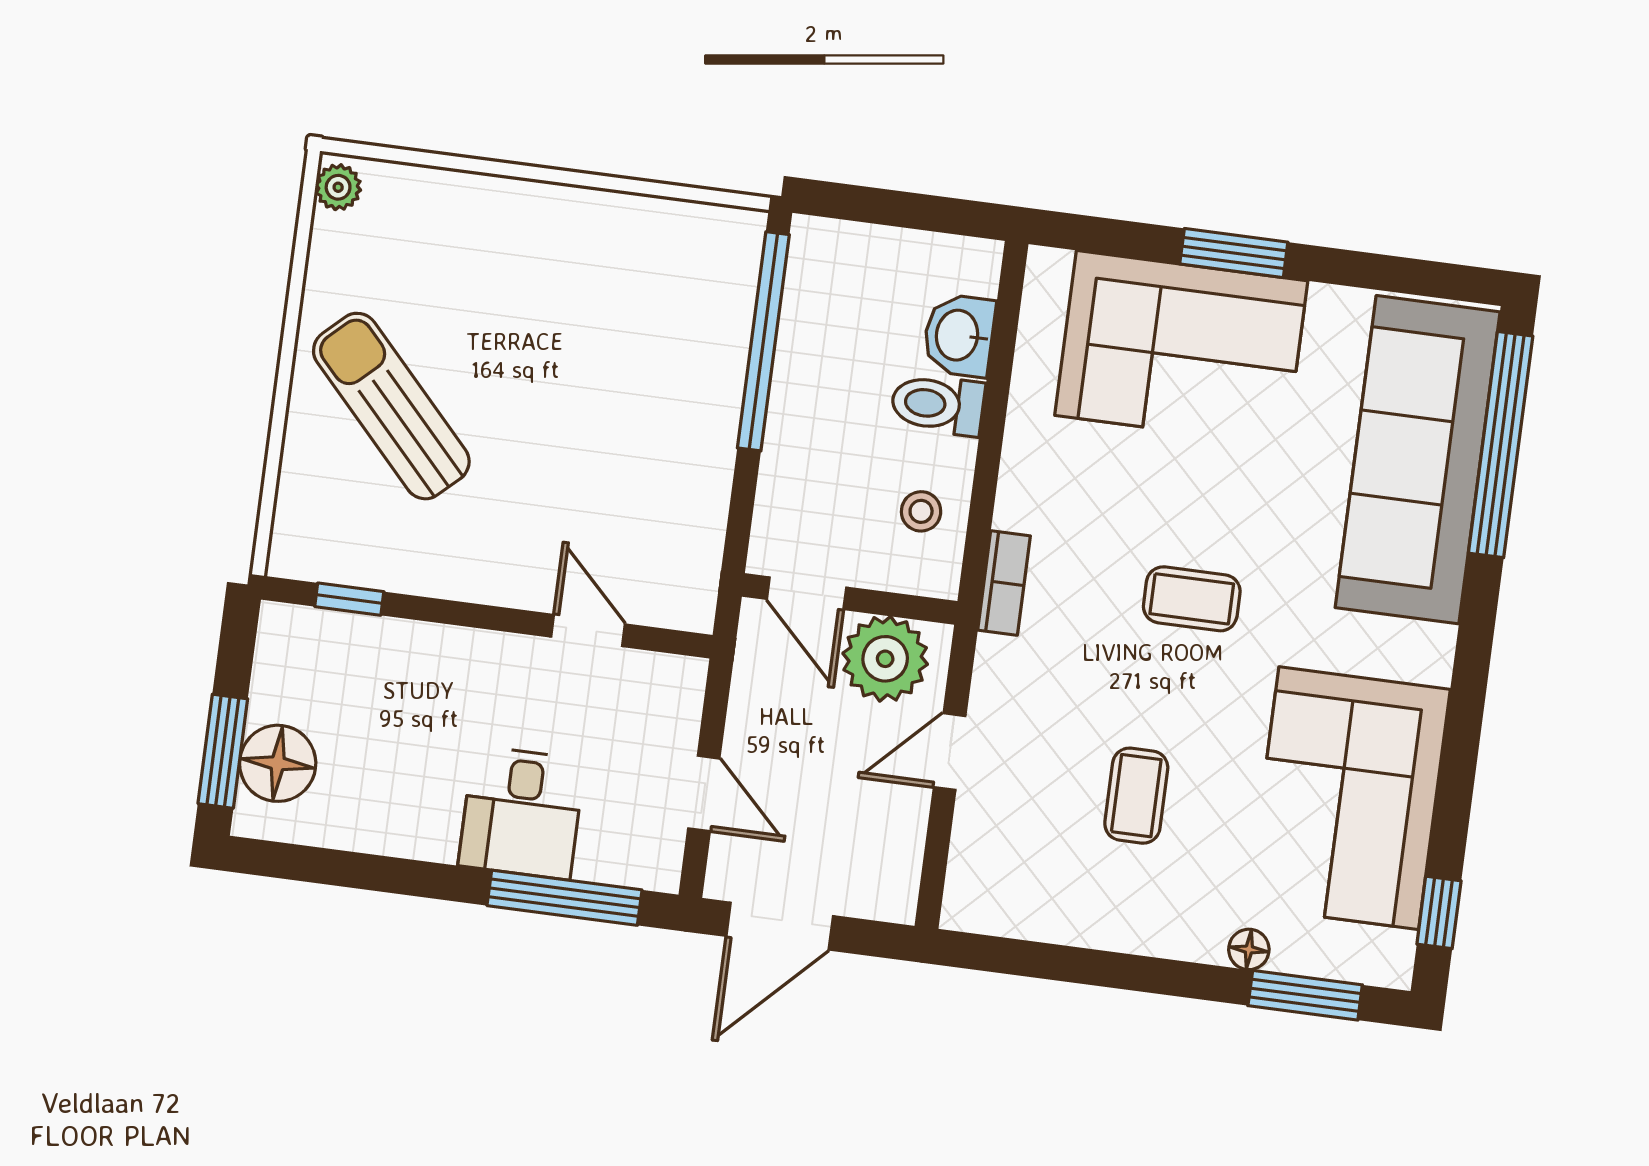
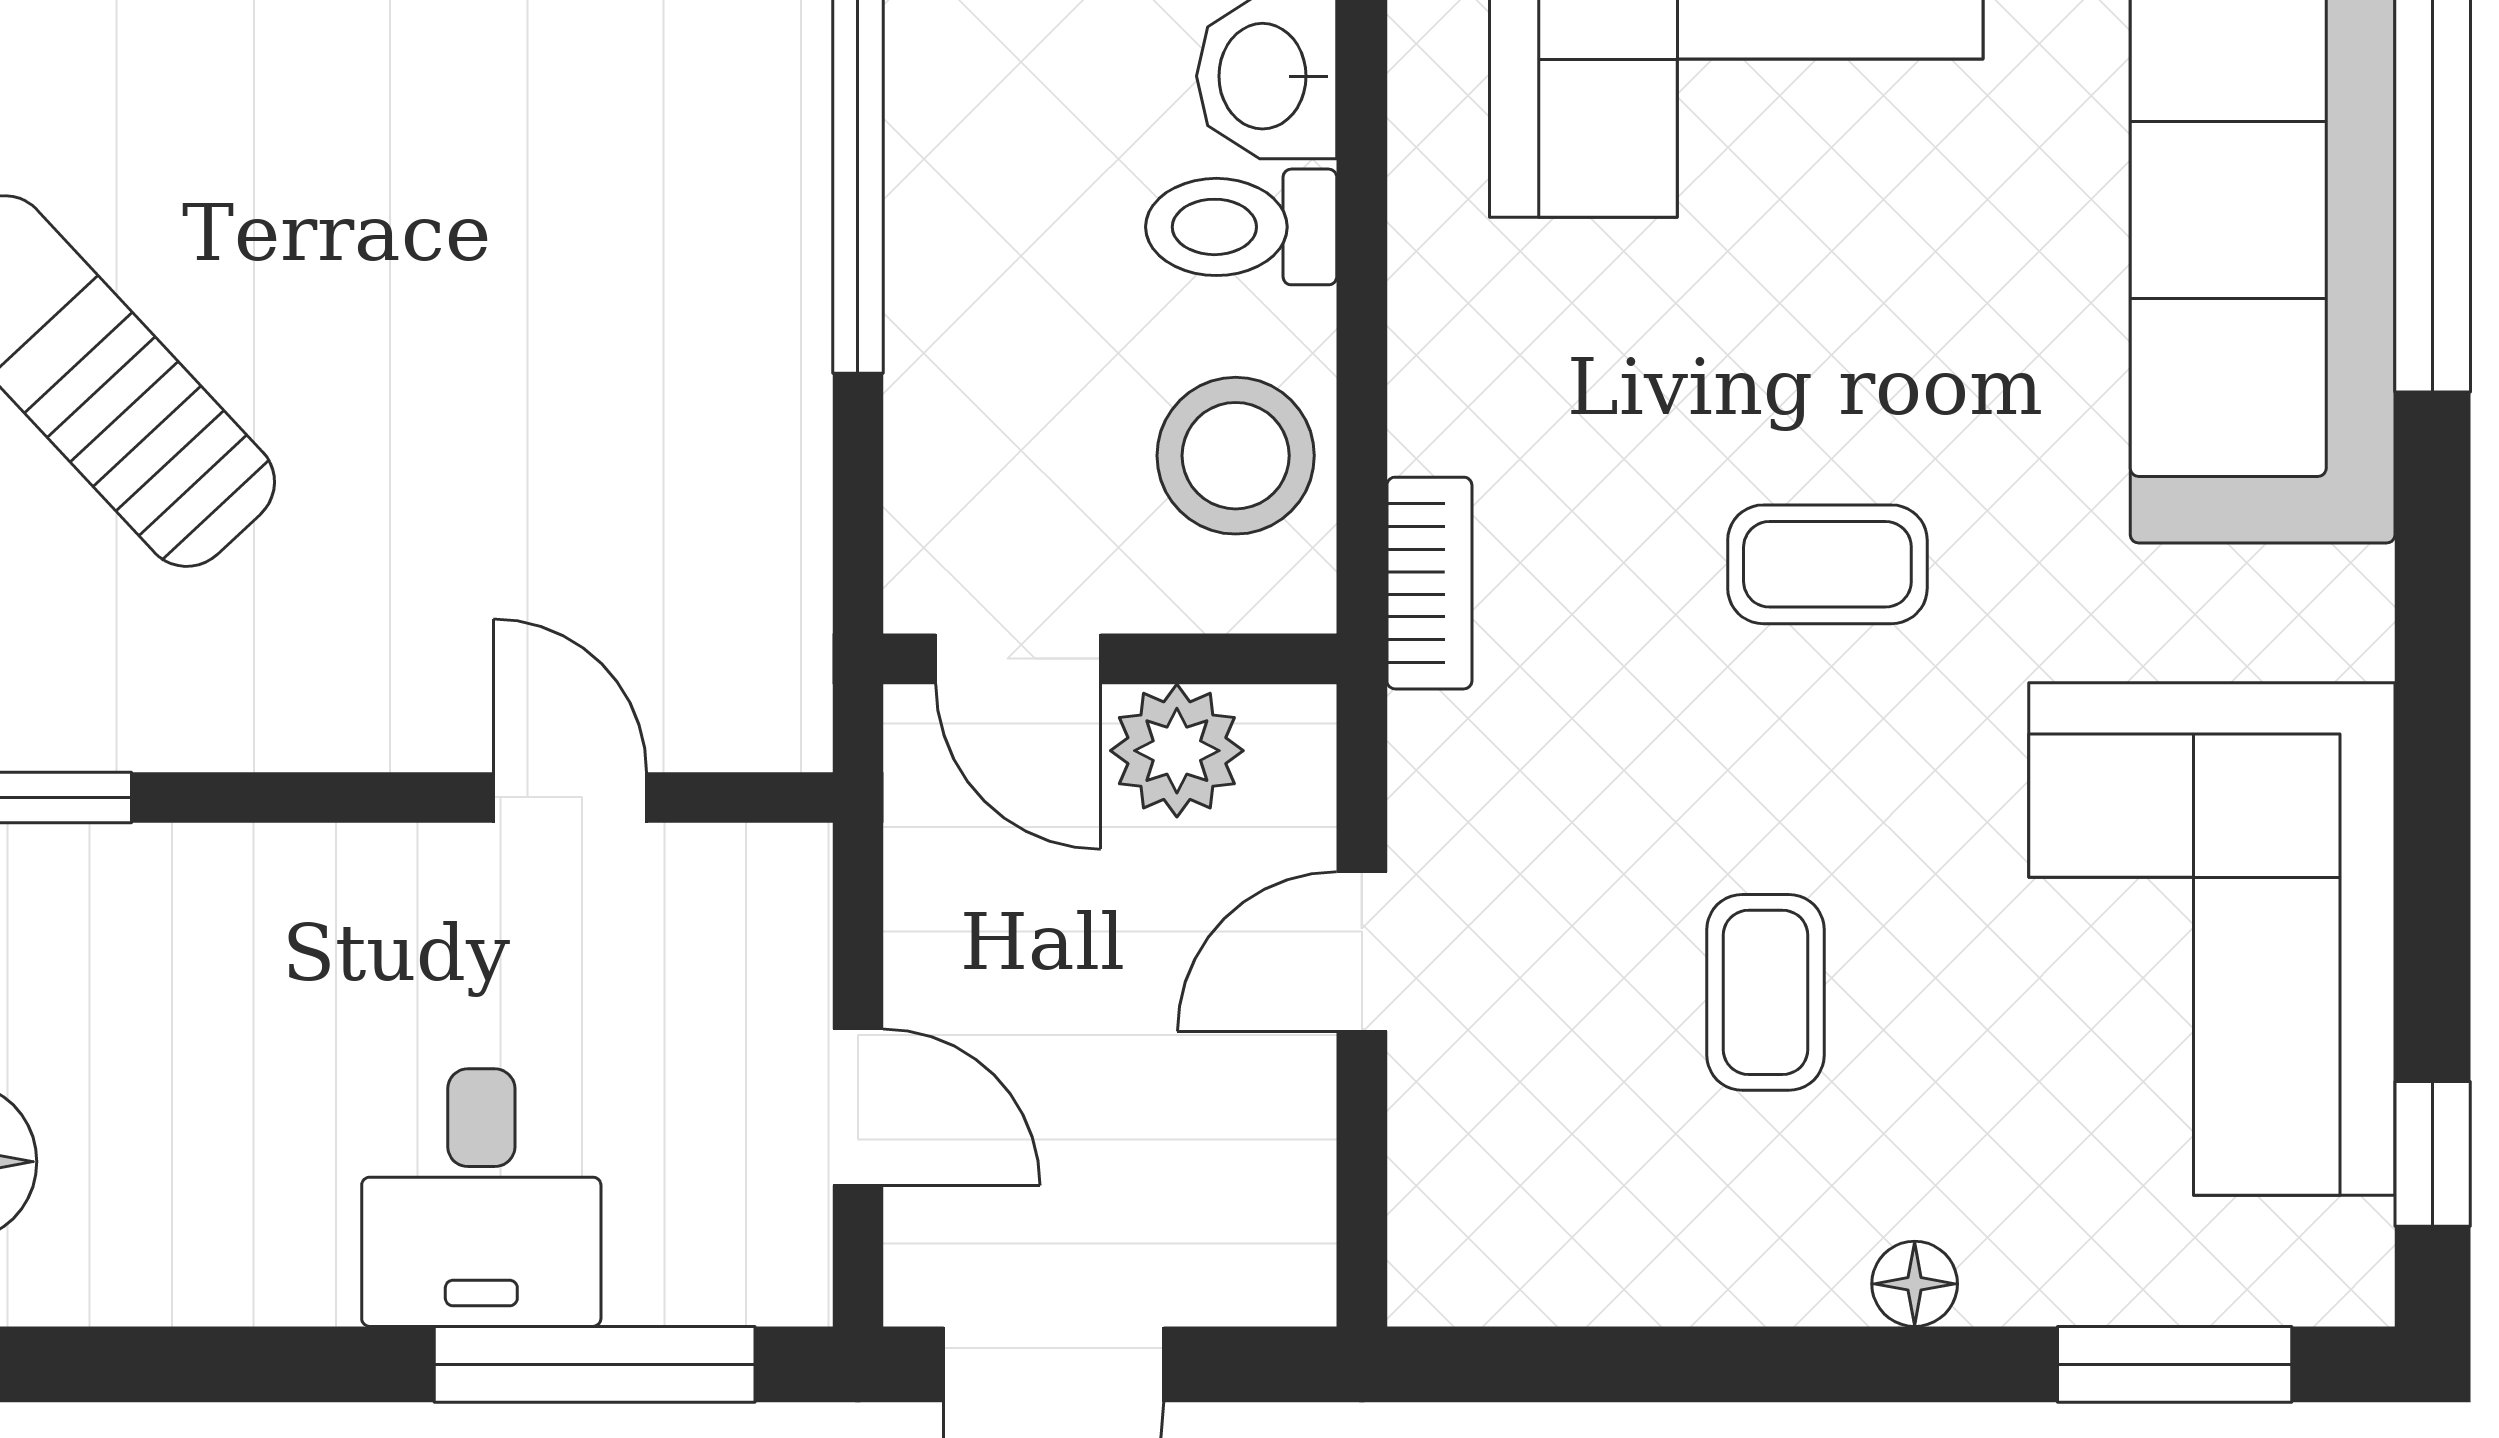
stool: (921, 511) -> (1236, 456), width x1.89, depth x1.89
plant: (885, 659) -> (1177, 751), width x0.73, depth x0.73
floor lamp: (1249, 949) -> (1915, 1284), moved

